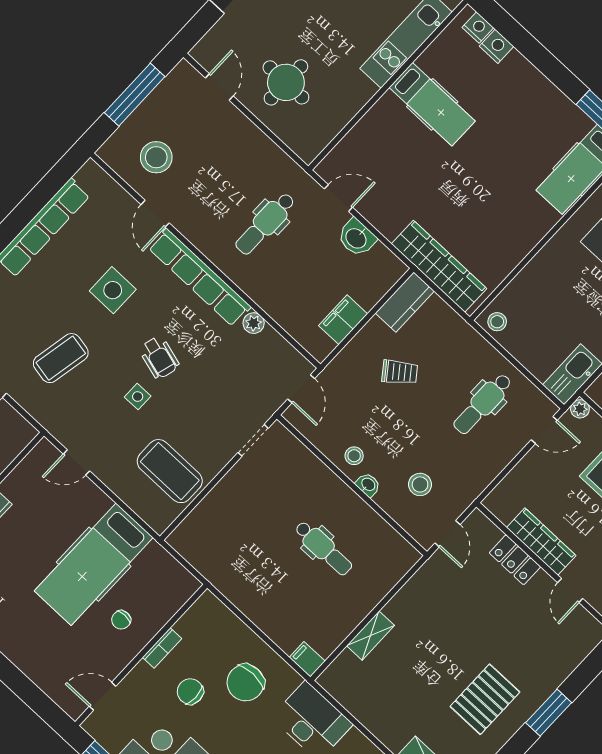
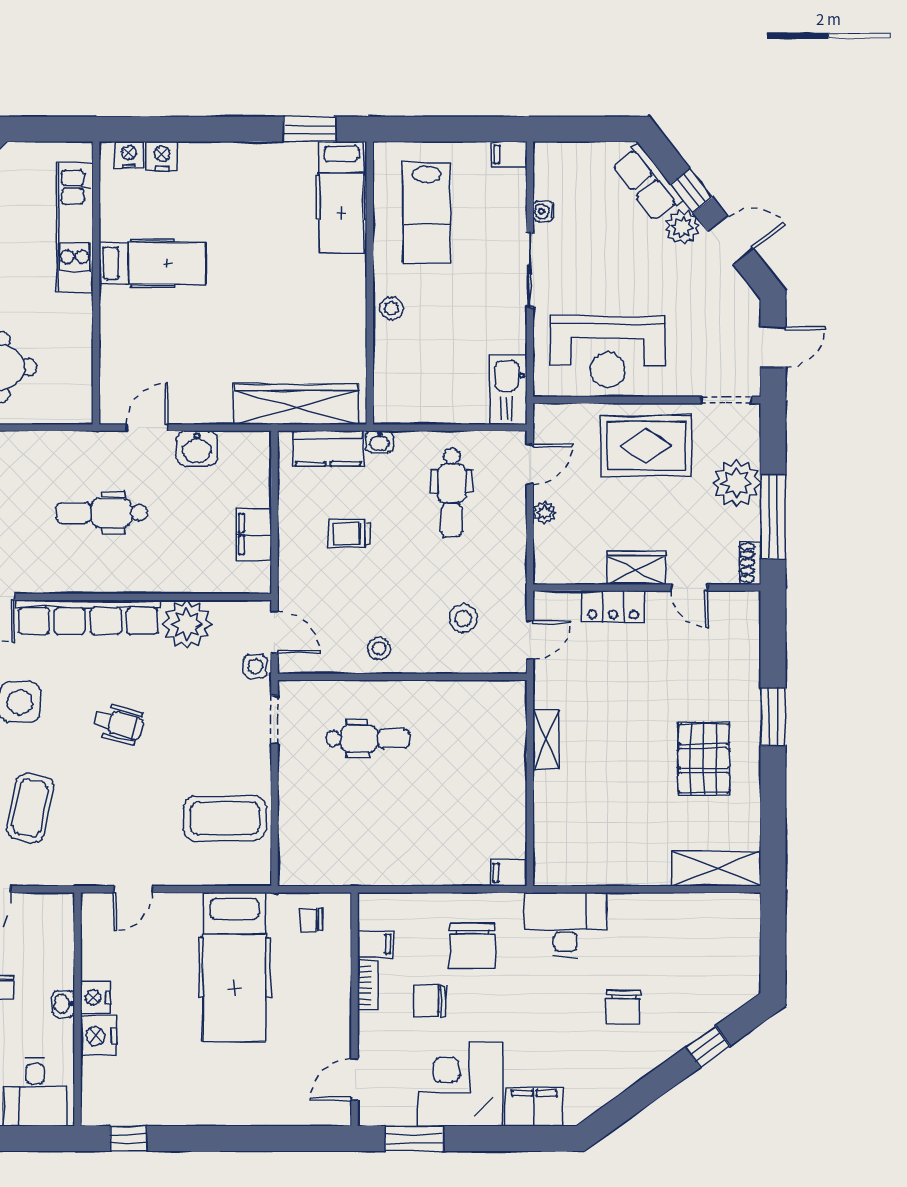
dental chair: (265, 224) -> (102, 513), turned 90
kitchen counter: (405, 302) -> (328, 448), moved, turned 90
stool: (497, 322) -> (391, 308), moved
plant: (254, 323) -> (187, 624), width x1.88, depth x1.88
trolley: (400, 372) -> (350, 534), turned -143
side table: (138, 397) -> (255, 666), moved
plant: (580, 409) -> (544, 513), moved
washbasin: (368, 485) -> (379, 442), moved, turned 180
door: (447, 534) -> (530, 640), hinge flipped
wardrobe: (541, 542) -> (636, 568), width x0.67
dental chair: (323, 548) -> (368, 738), moved
chair: (121, 620) -> (311, 919), moved, turned 90
filing cabinet: (189, 628) -> (375, 944), added
shelving: (371, 636) -> (546, 739), moved

